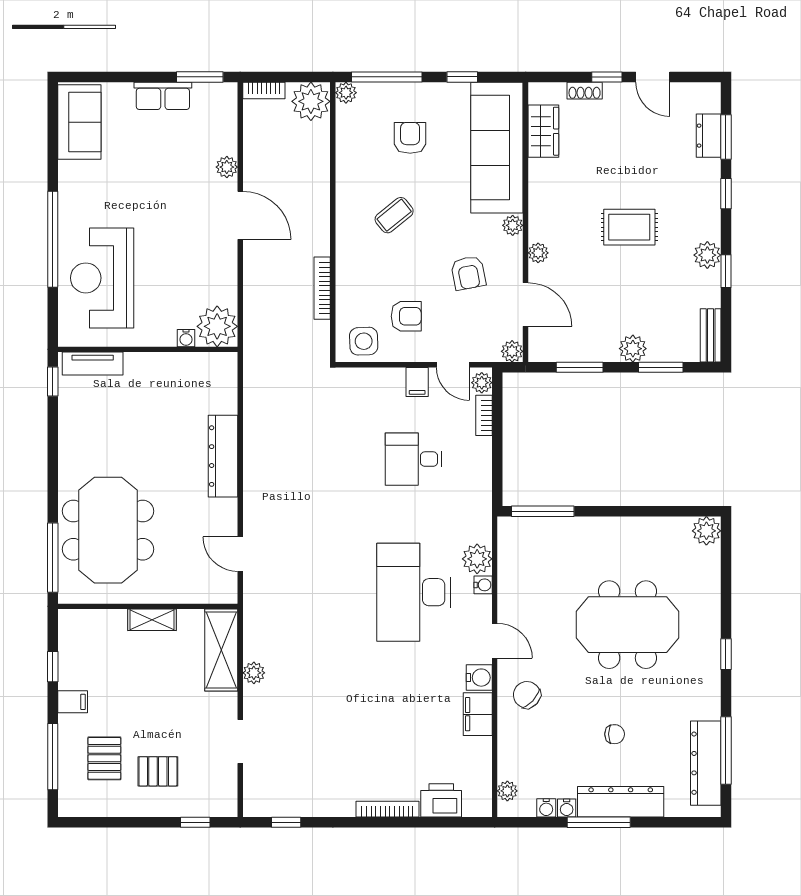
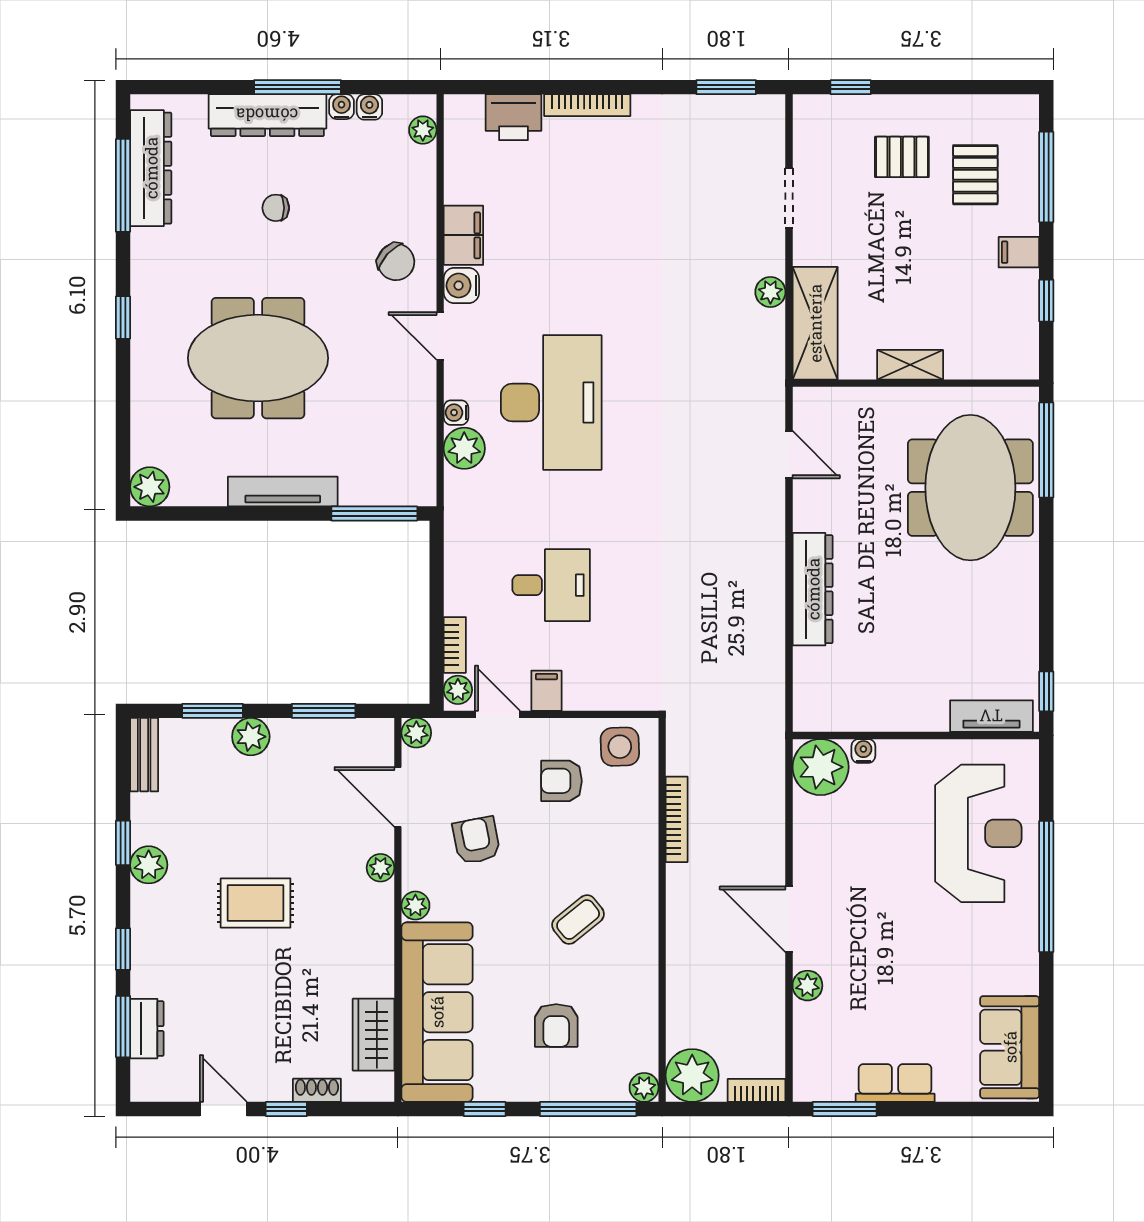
tv unit: (609, 527) -> (283, 492), added
window: (286, 822) -> (726, 87), width x1.50

